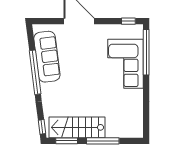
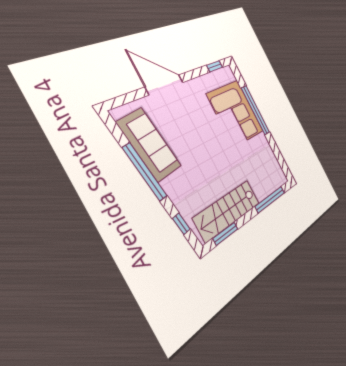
window: (146, 52) -> (255, 110), moved
window: (42, 127) -> (181, 224), moved
window: (103, 141) -> (270, 199), moved

